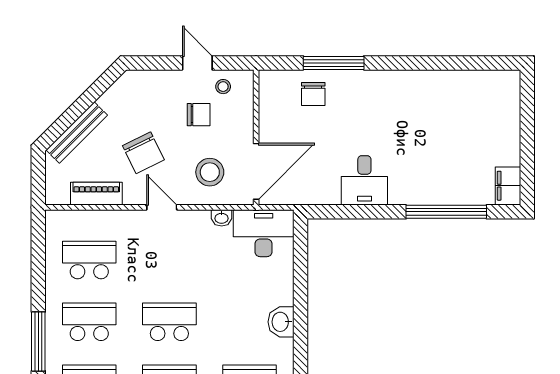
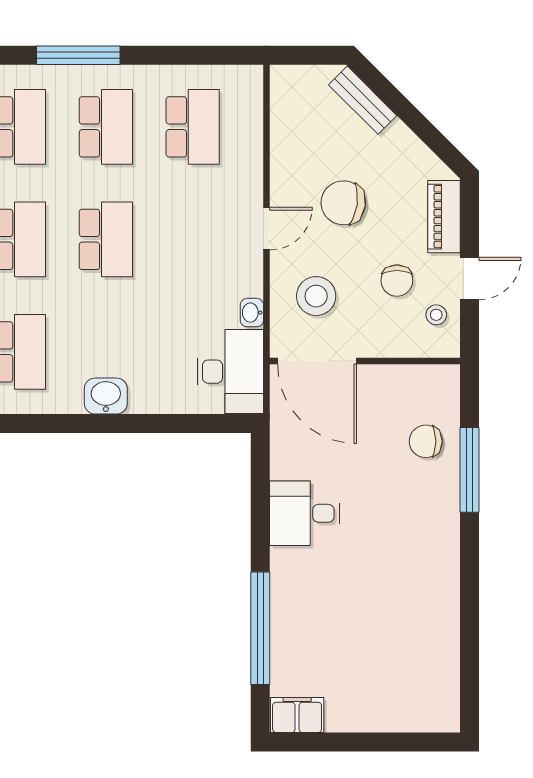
bench: (77, 133) -> (363, 100), width x0.73
chair: (143, 153) -> (343, 203), turned 34
piano: (96, 194) -> (444, 217), moved, turned 180

